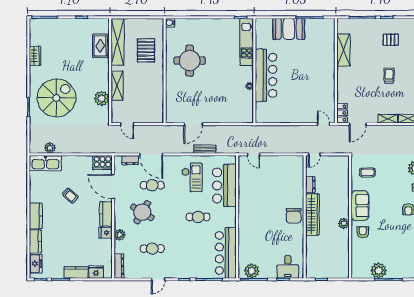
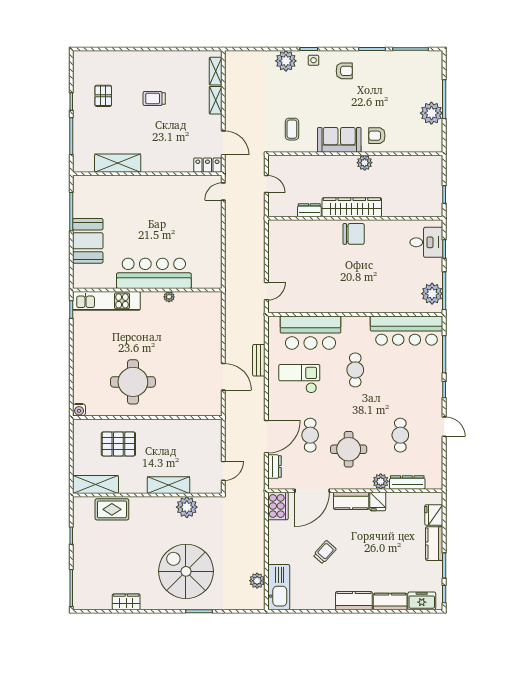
shelving: (118, 42) -> (96, 484), width x0.68
door: (314, 154) -> (266, 184), moved
round table: (142, 212) -> (349, 449), turned -31
dresser: (119, 266) -> (407, 482), moved

